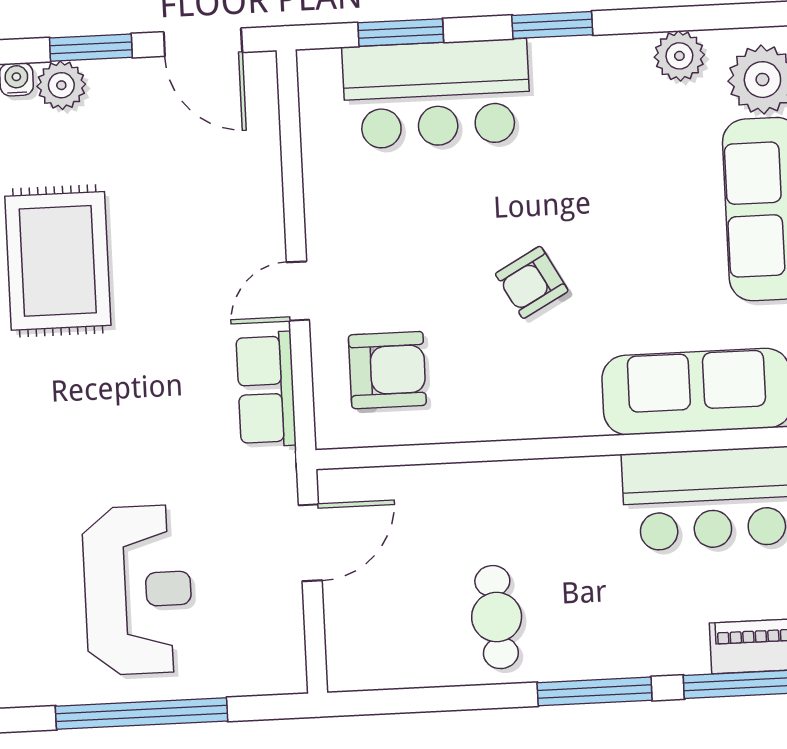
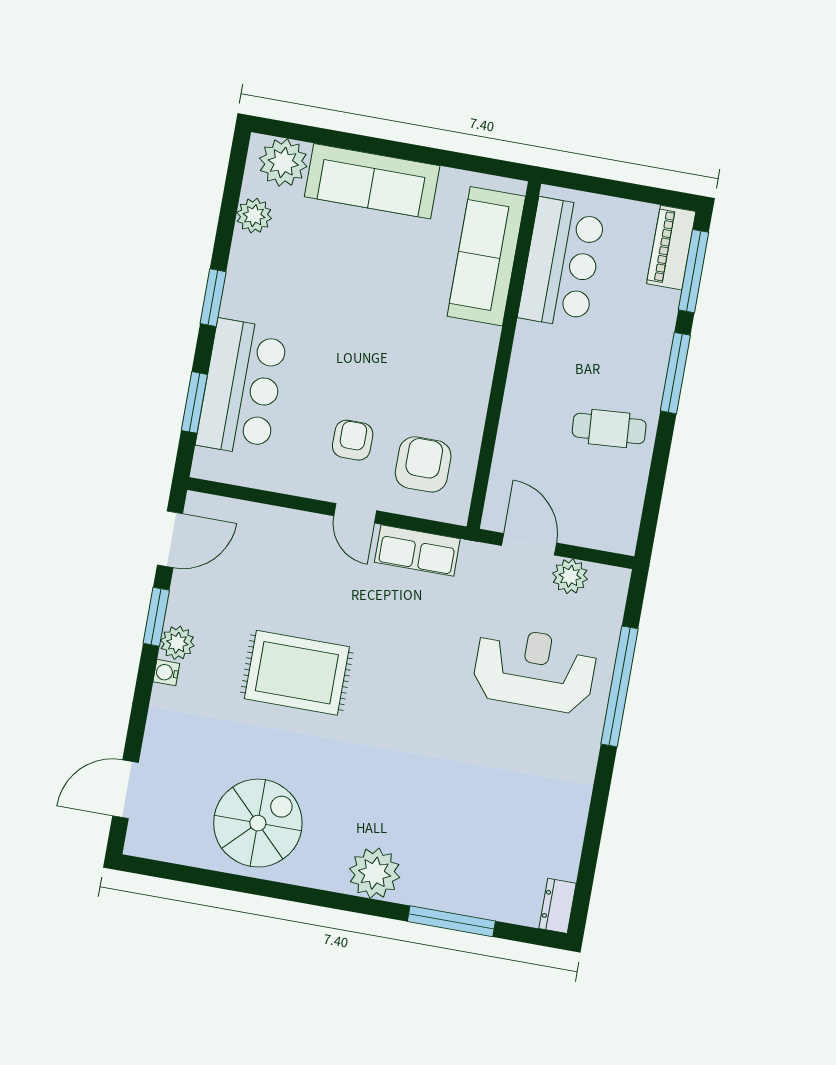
armchair: (532, 282) -> (353, 440), moved, turned -151
plant: (279, 610) -> (570, 576), added

